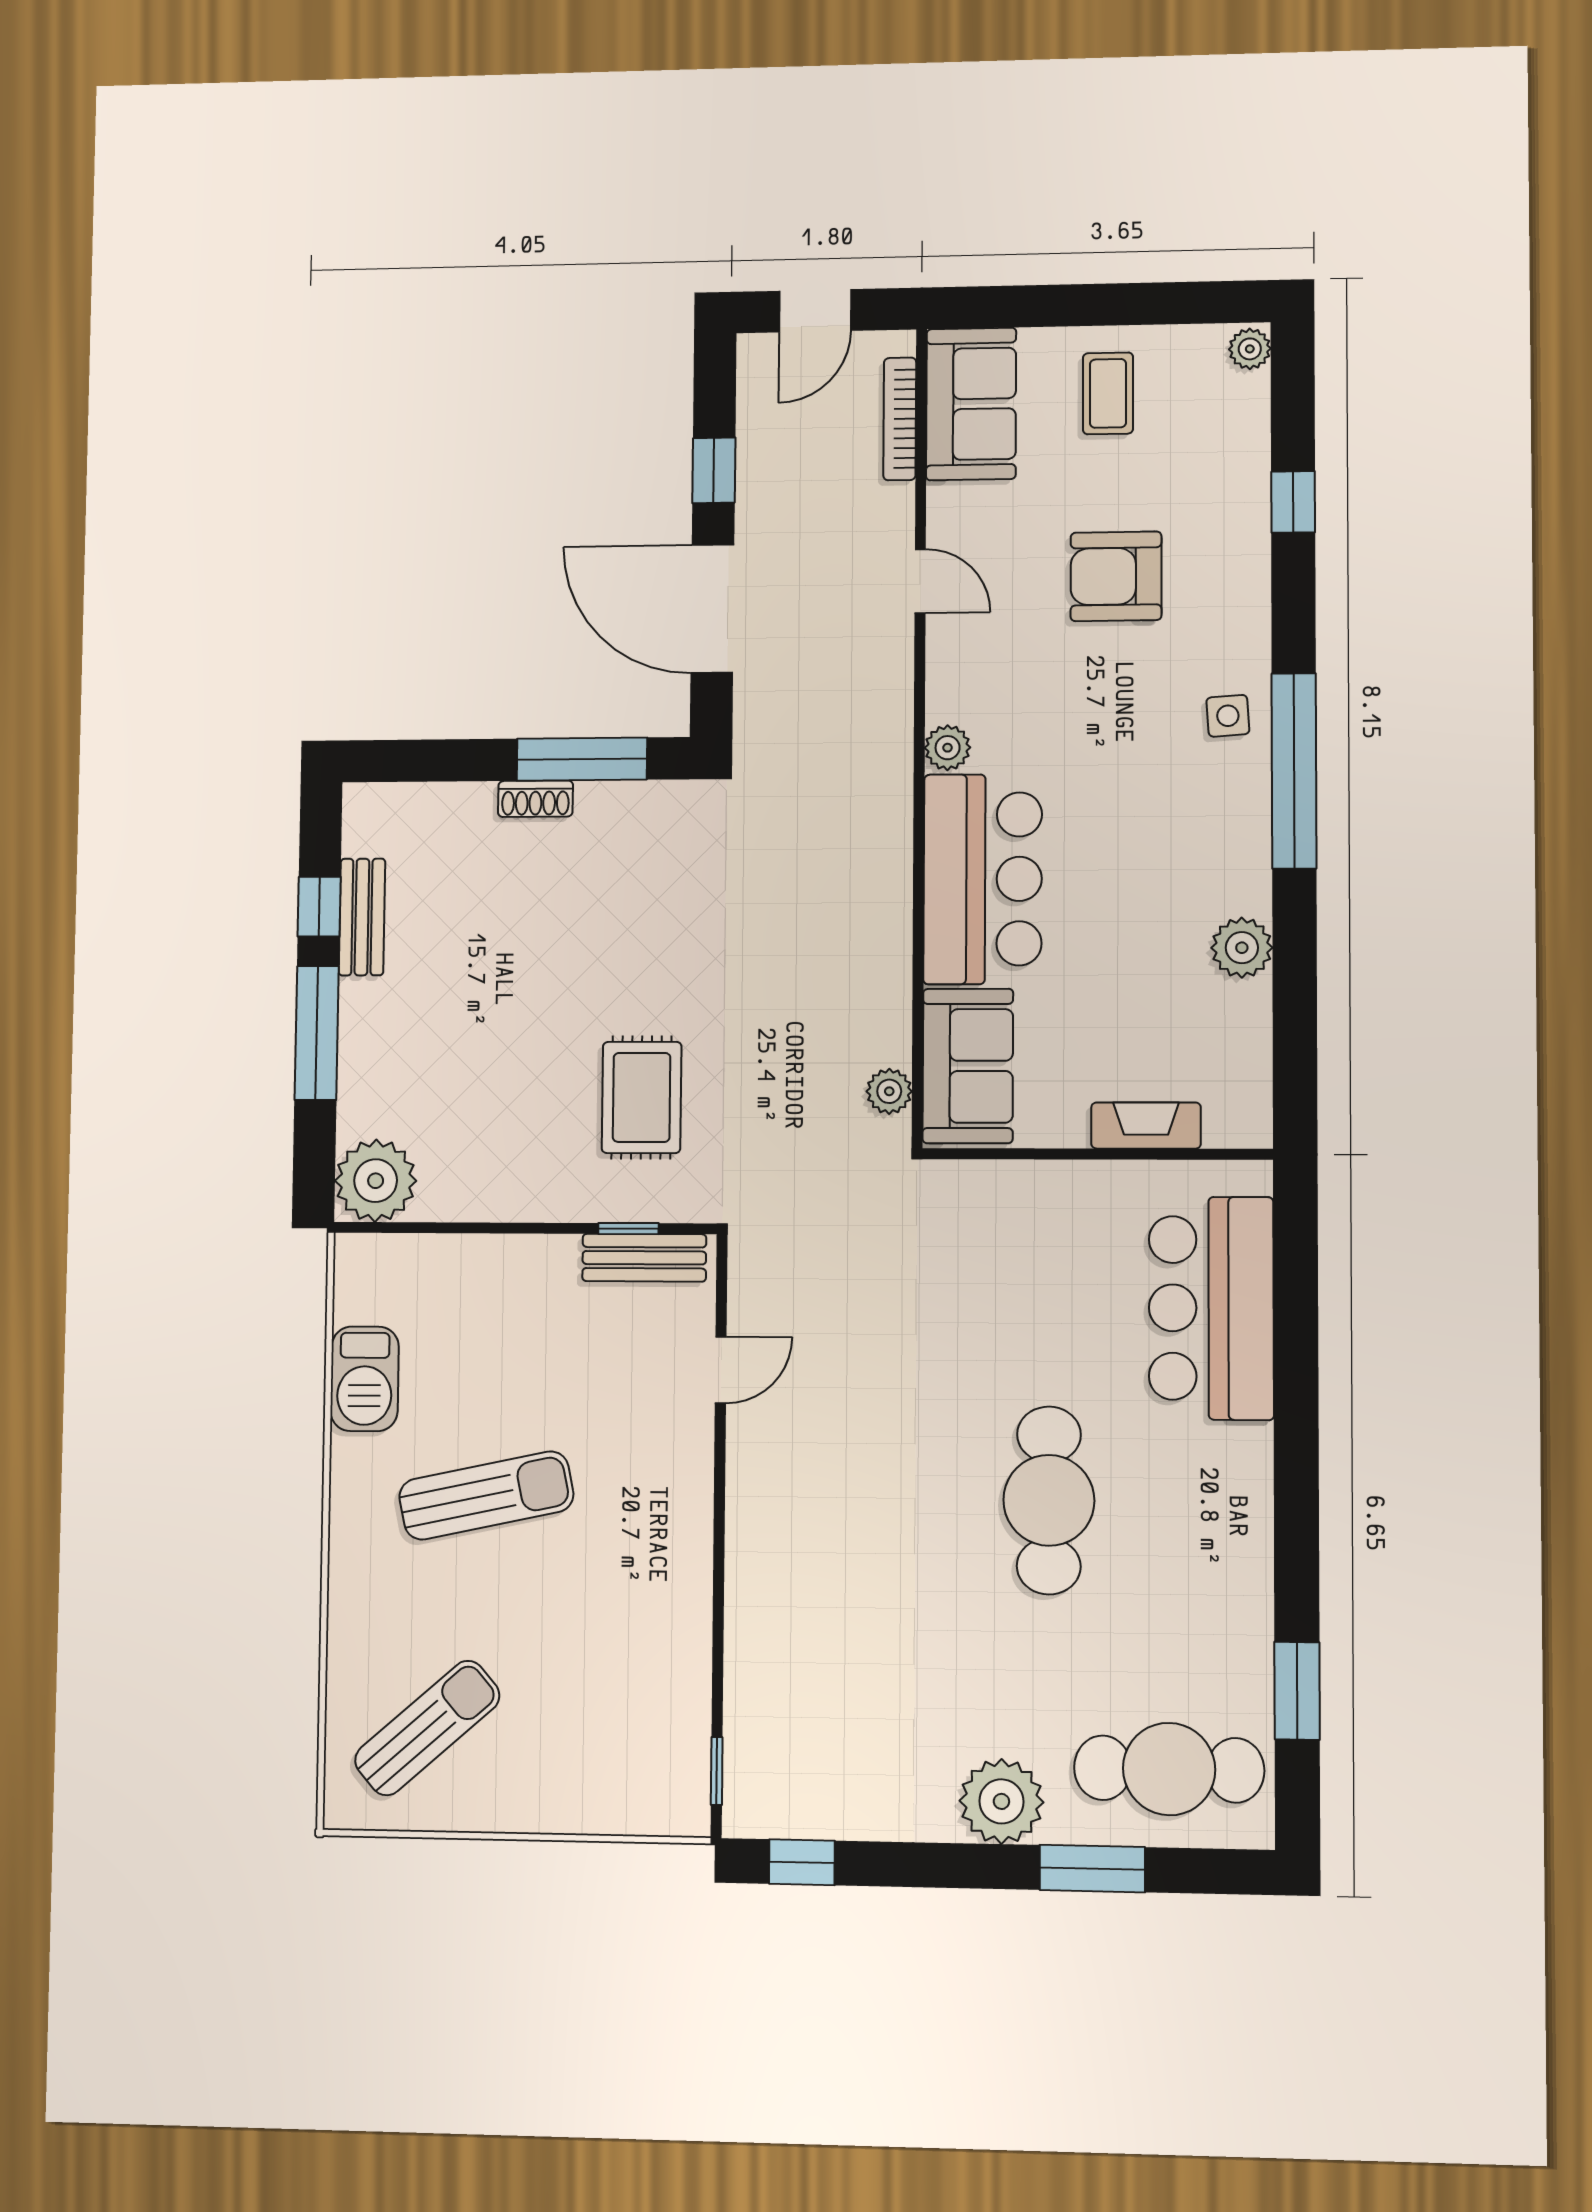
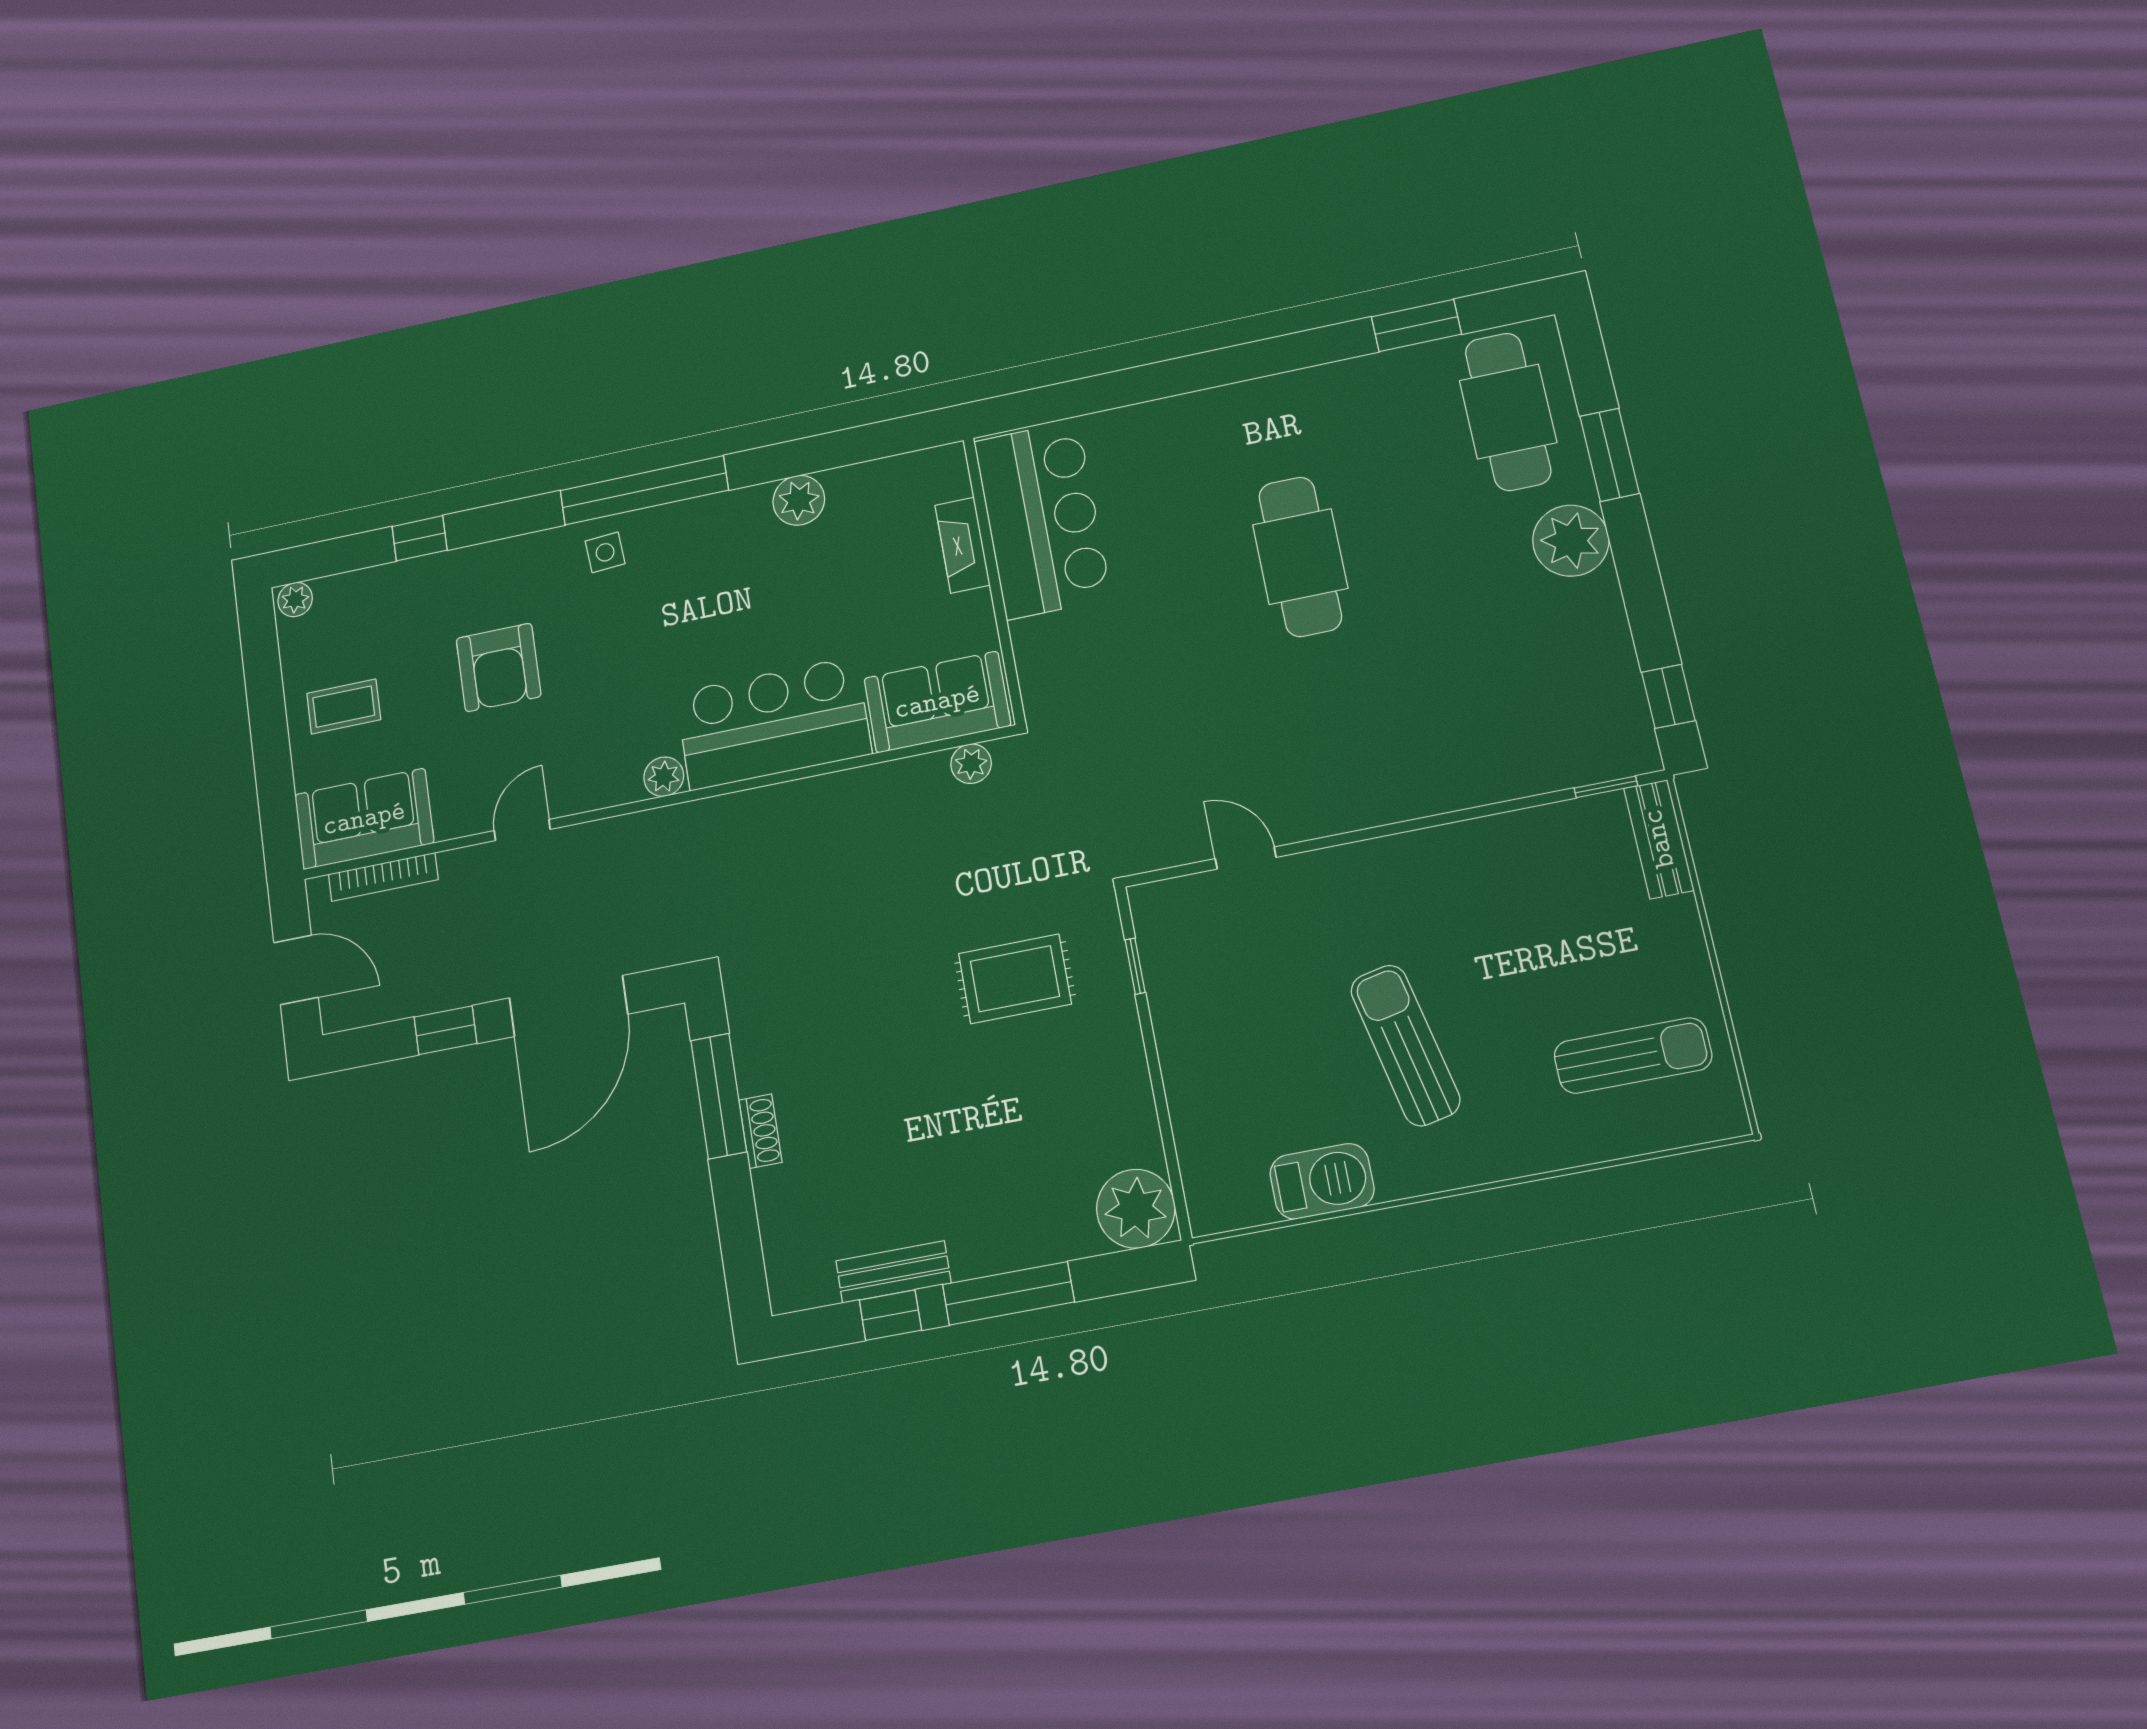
bench: (644, 1258) -> (1659, 839), moved
bar counter: (1211, 1308) -> (1042, 519), moved, turned -90
cafe table: (1049, 1500) -> (1300, 556), turned 90
sun lounger: (427, 1728) -> (1633, 1056), turned 131

